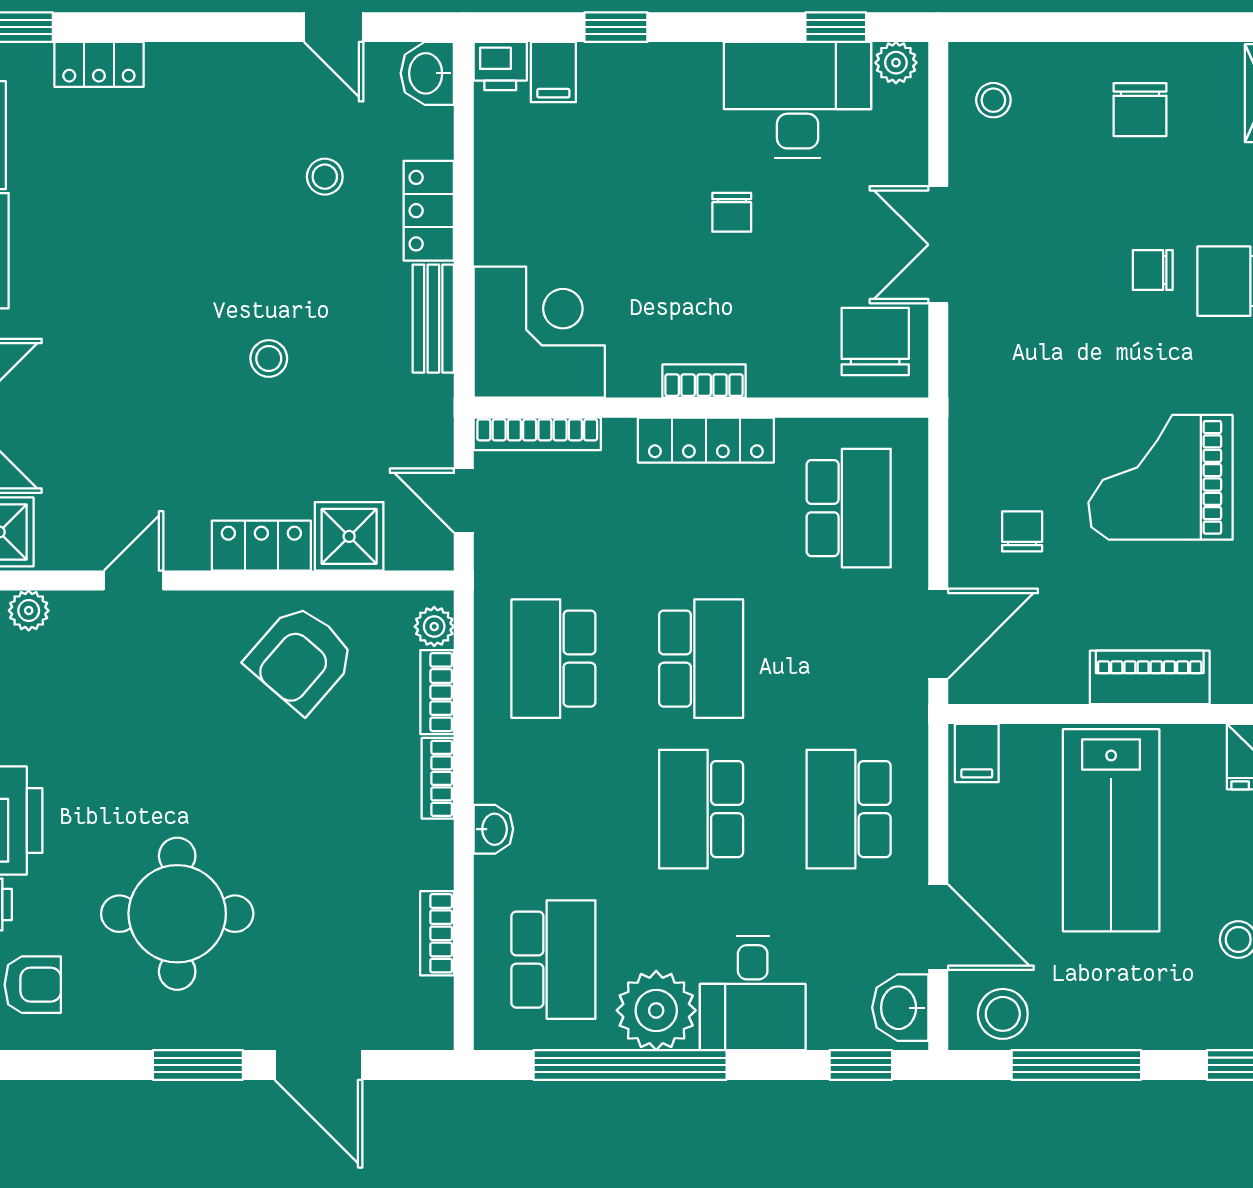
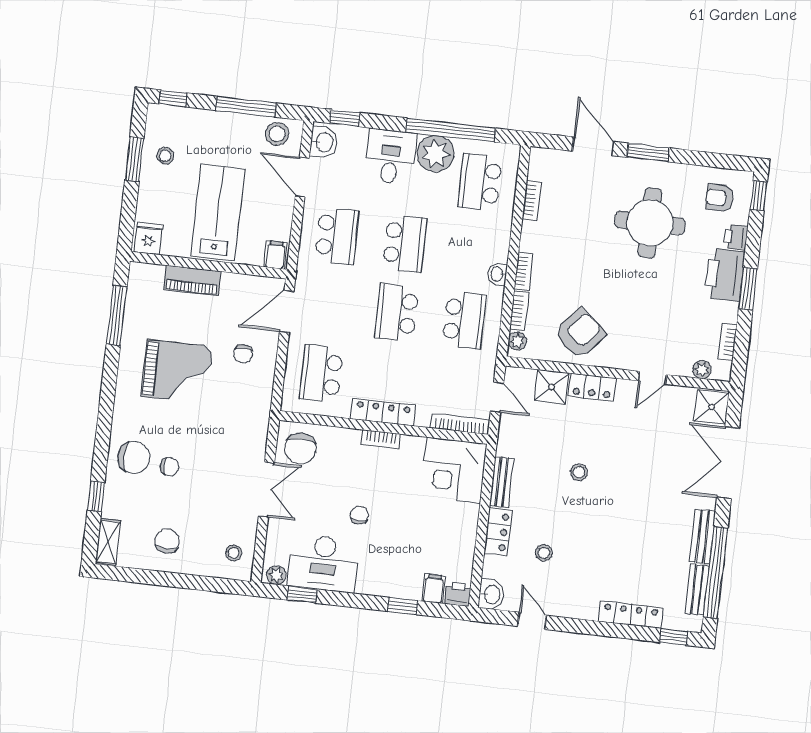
locker: (99, 64) -> (631, 615), width x1.53
washbasin: (493, 829) -> (497, 274), moved

